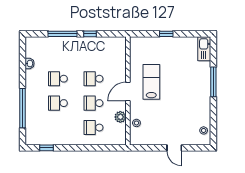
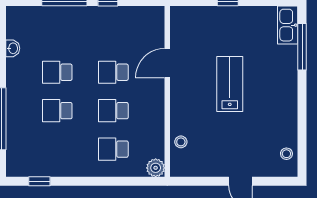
lab bench: (151, 82) -> (230, 84), moved
window: (213, 82) -> (302, 47), moved
door: (128, 91) -> (167, 63), moved
plant: (120, 117) -> (156, 168), moved

